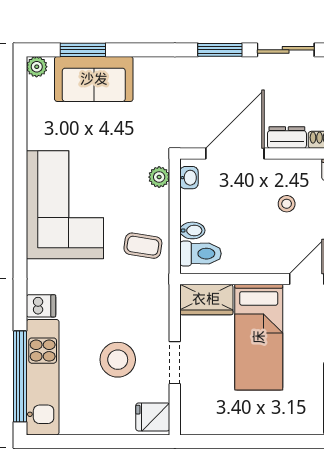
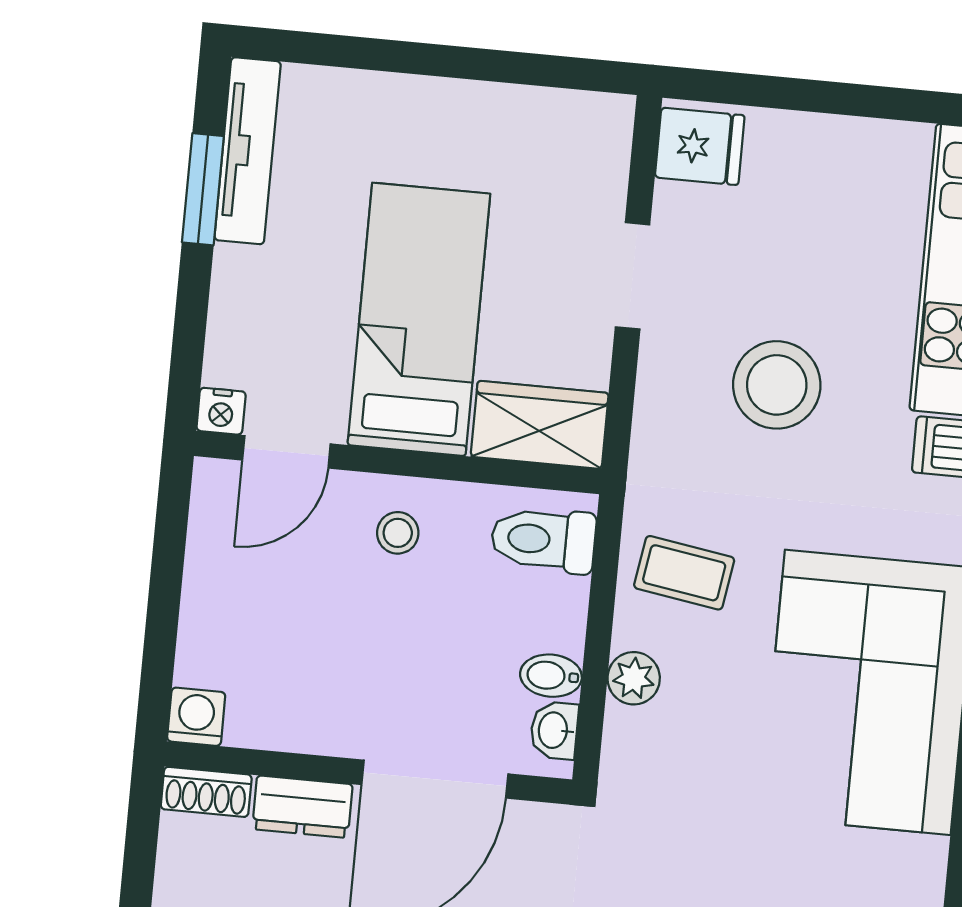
plant: (159, 177) -> (634, 678), moved
stool: (287, 204) -> (398, 533), moved
bidet: (192, 230) -> (551, 676), moved
stool: (118, 360) -> (777, 385), moved

